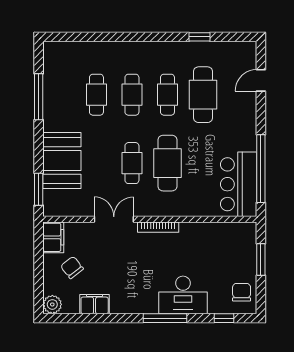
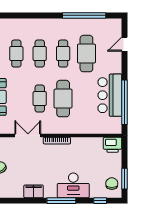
window: (199, 37) -> (84, 15), width x3.17
bar counter: (239, 184) -> (110, 95), moved
printer: (243, 233) -> (113, 145), added
window: (261, 260) -> (125, 179), moved
filing cabinet: (95, 304) -> (34, 191), moved

